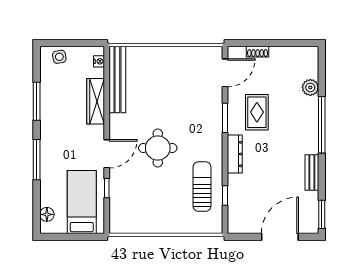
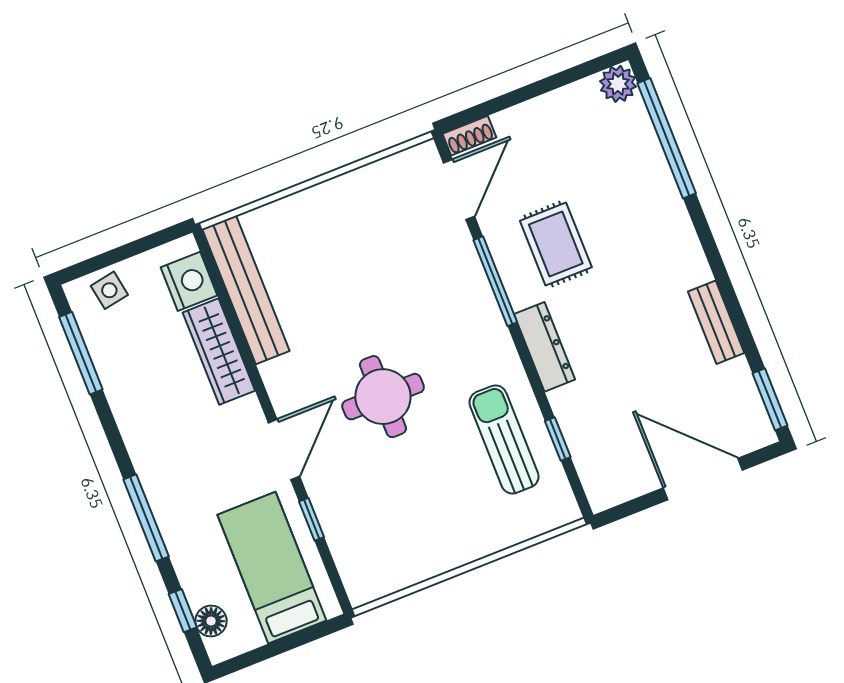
shoe rack: (258, 52) -> (469, 136), moved
nightstand: (99, 61) -> (189, 281), width x1.89, depth x1.79
plant: (310, 87) -> (618, 84), moved
window: (37, 101) -> (81, 353), moved
window: (225, 118) -> (495, 281), width x1.44
window: (322, 125) -> (667, 138), moved
window: (37, 205) -> (183, 611), added
door: (280, 237) -> (703, 479), hinge flipped

